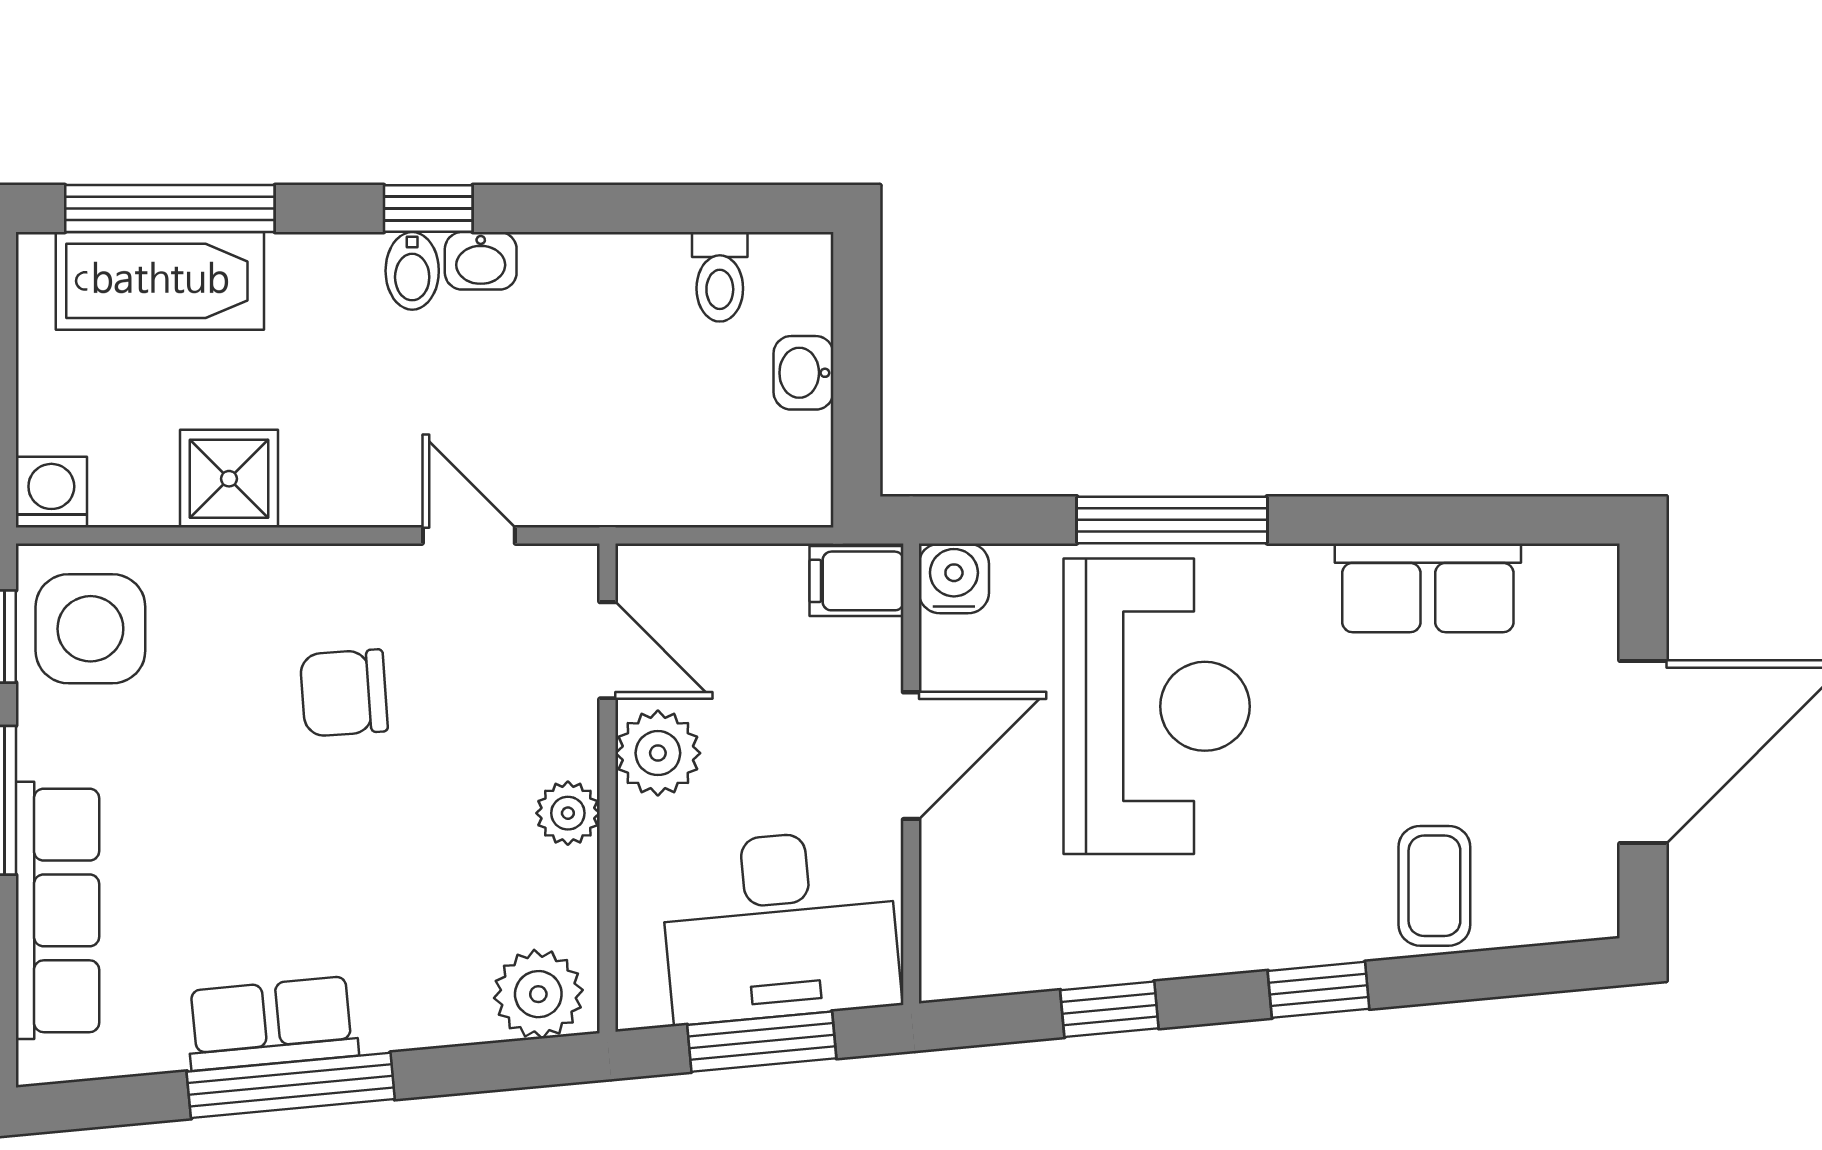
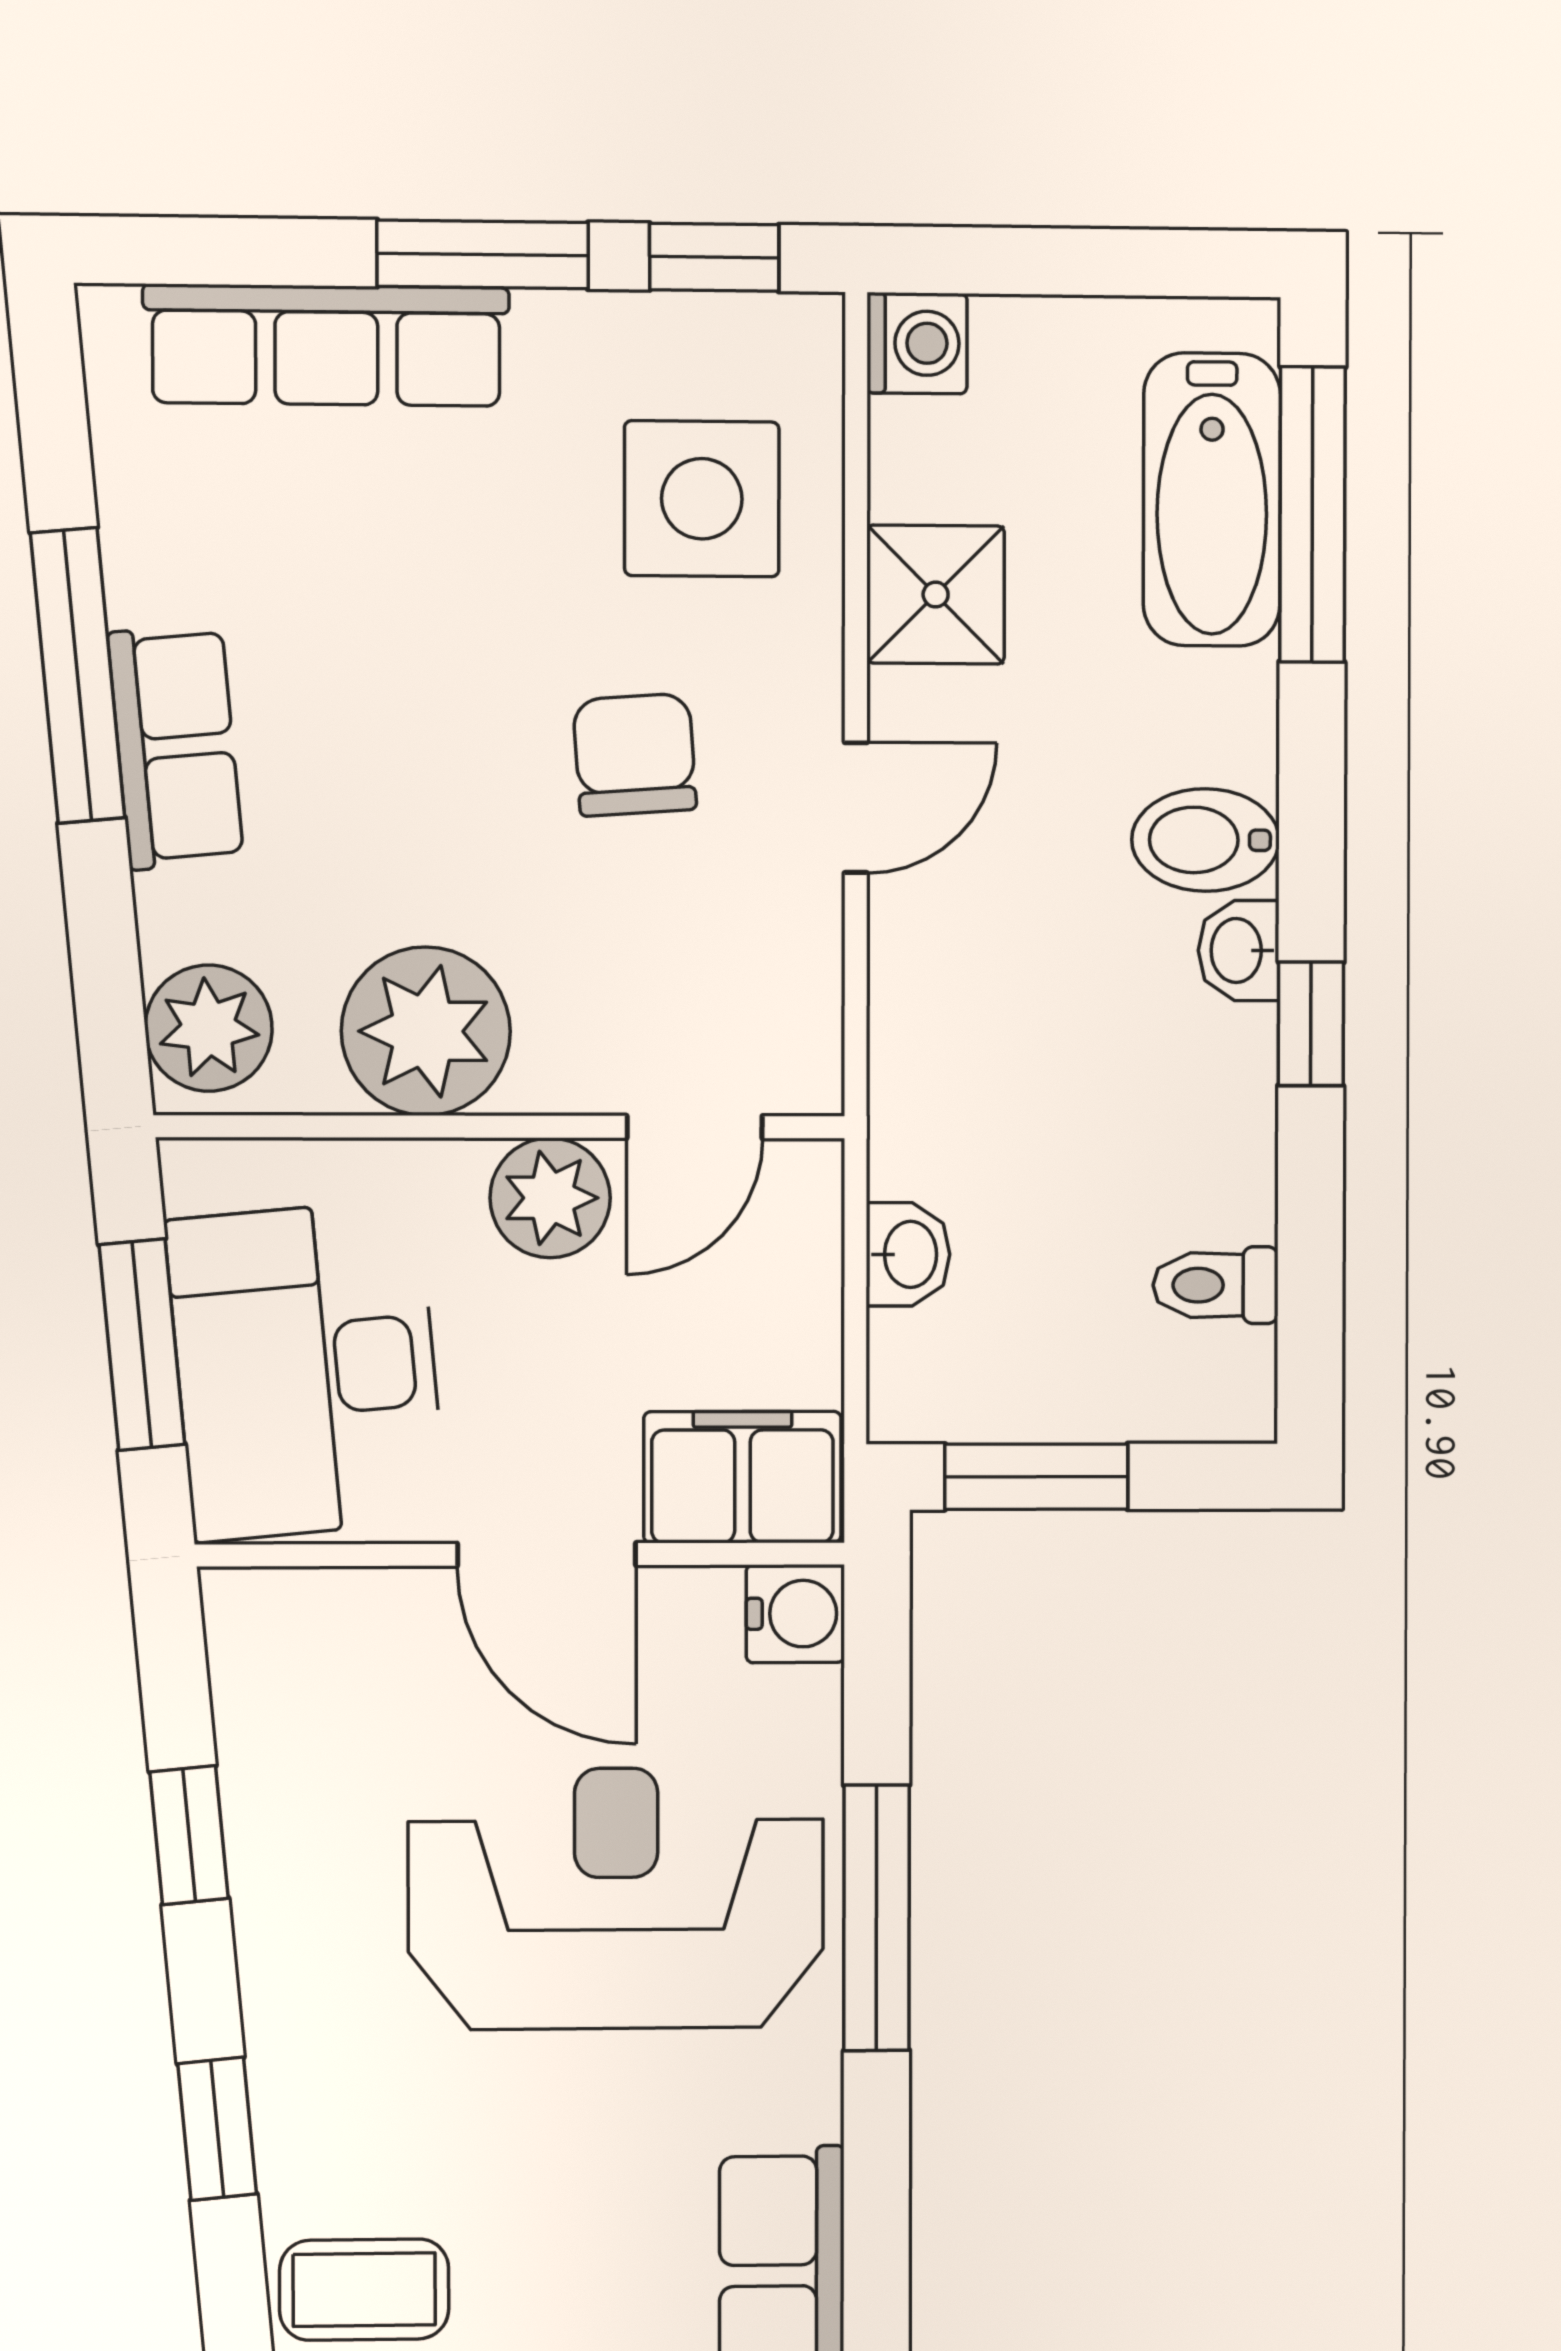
window: (428, 209) -> (1311, 1024), moved
bidet: (412, 271) -> (1205, 840), width x1.38, depth x1.36
washbasin: (803, 373) -> (908, 1254), moved, turned 90
window: (857, 406) -> (1036, 1477), added
door: (469, 536) -> (856, 808), moved
filing cabinet: (856, 581) -> (742, 1477), width x2.00
side table: (90, 629) -> (702, 499), moved
reception desk: (1157, 706) -> (616, 1898), turned 180
plant: (568, 813) -> (426, 1031), width x1.88, depth x1.88
row of seats: (272, 1023) -> (176, 747), moved

